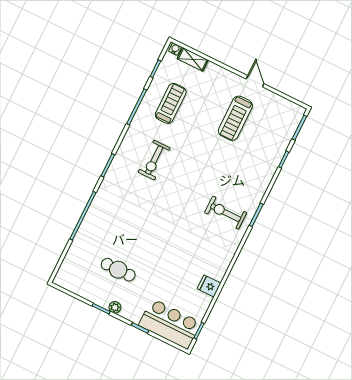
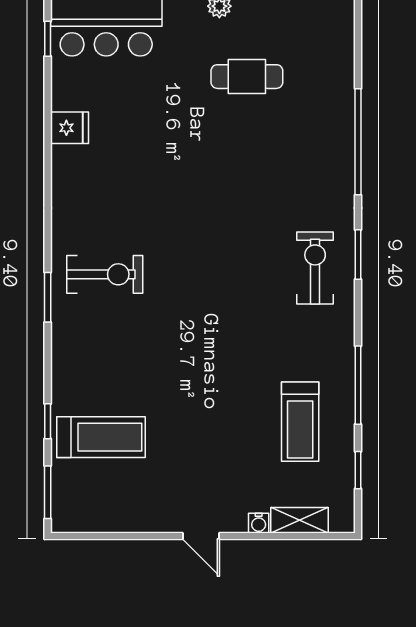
water cooler: (175, 49) -> (259, 523), moved
door: (255, 81) -> (201, 536), moved
treadmill: (235, 118) -> (101, 437), moved, turned 90
exercise bike: (154, 160) -> (315, 268), moved

